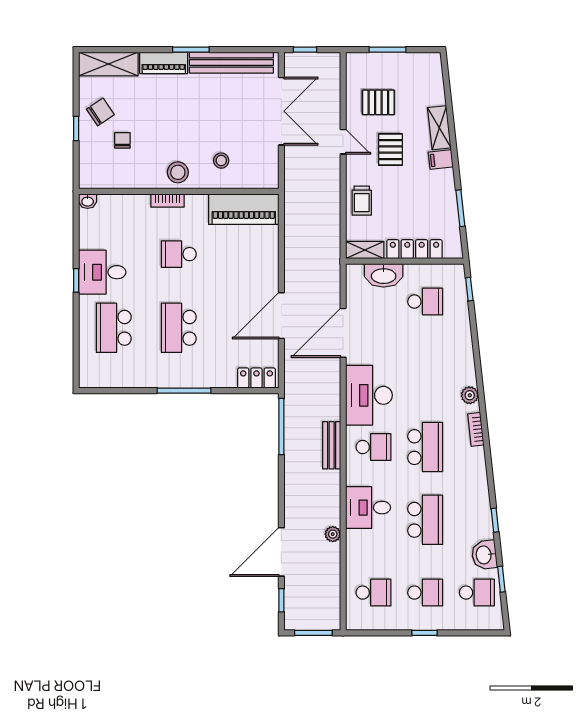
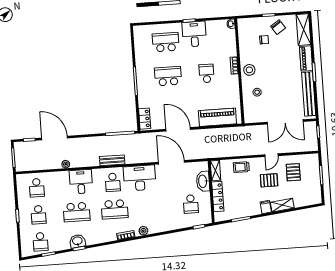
piano: (244, 209) -> (217, 117), moved, turned 90
washbasin: (484, 555) -> (77, 241), moved

